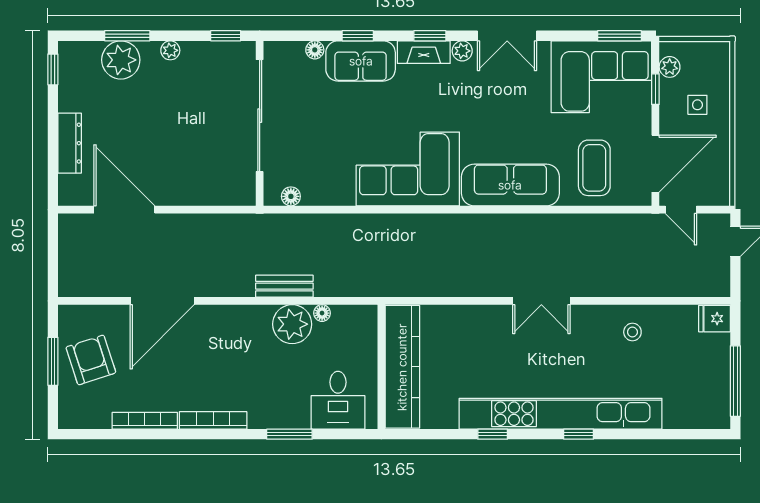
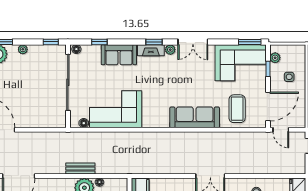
window: (358, 36) -> (99, 42), moved
floor lamp: (315, 50) -> (76, 49), moved
corner sofa: (408, 169) -> (116, 109), moved

